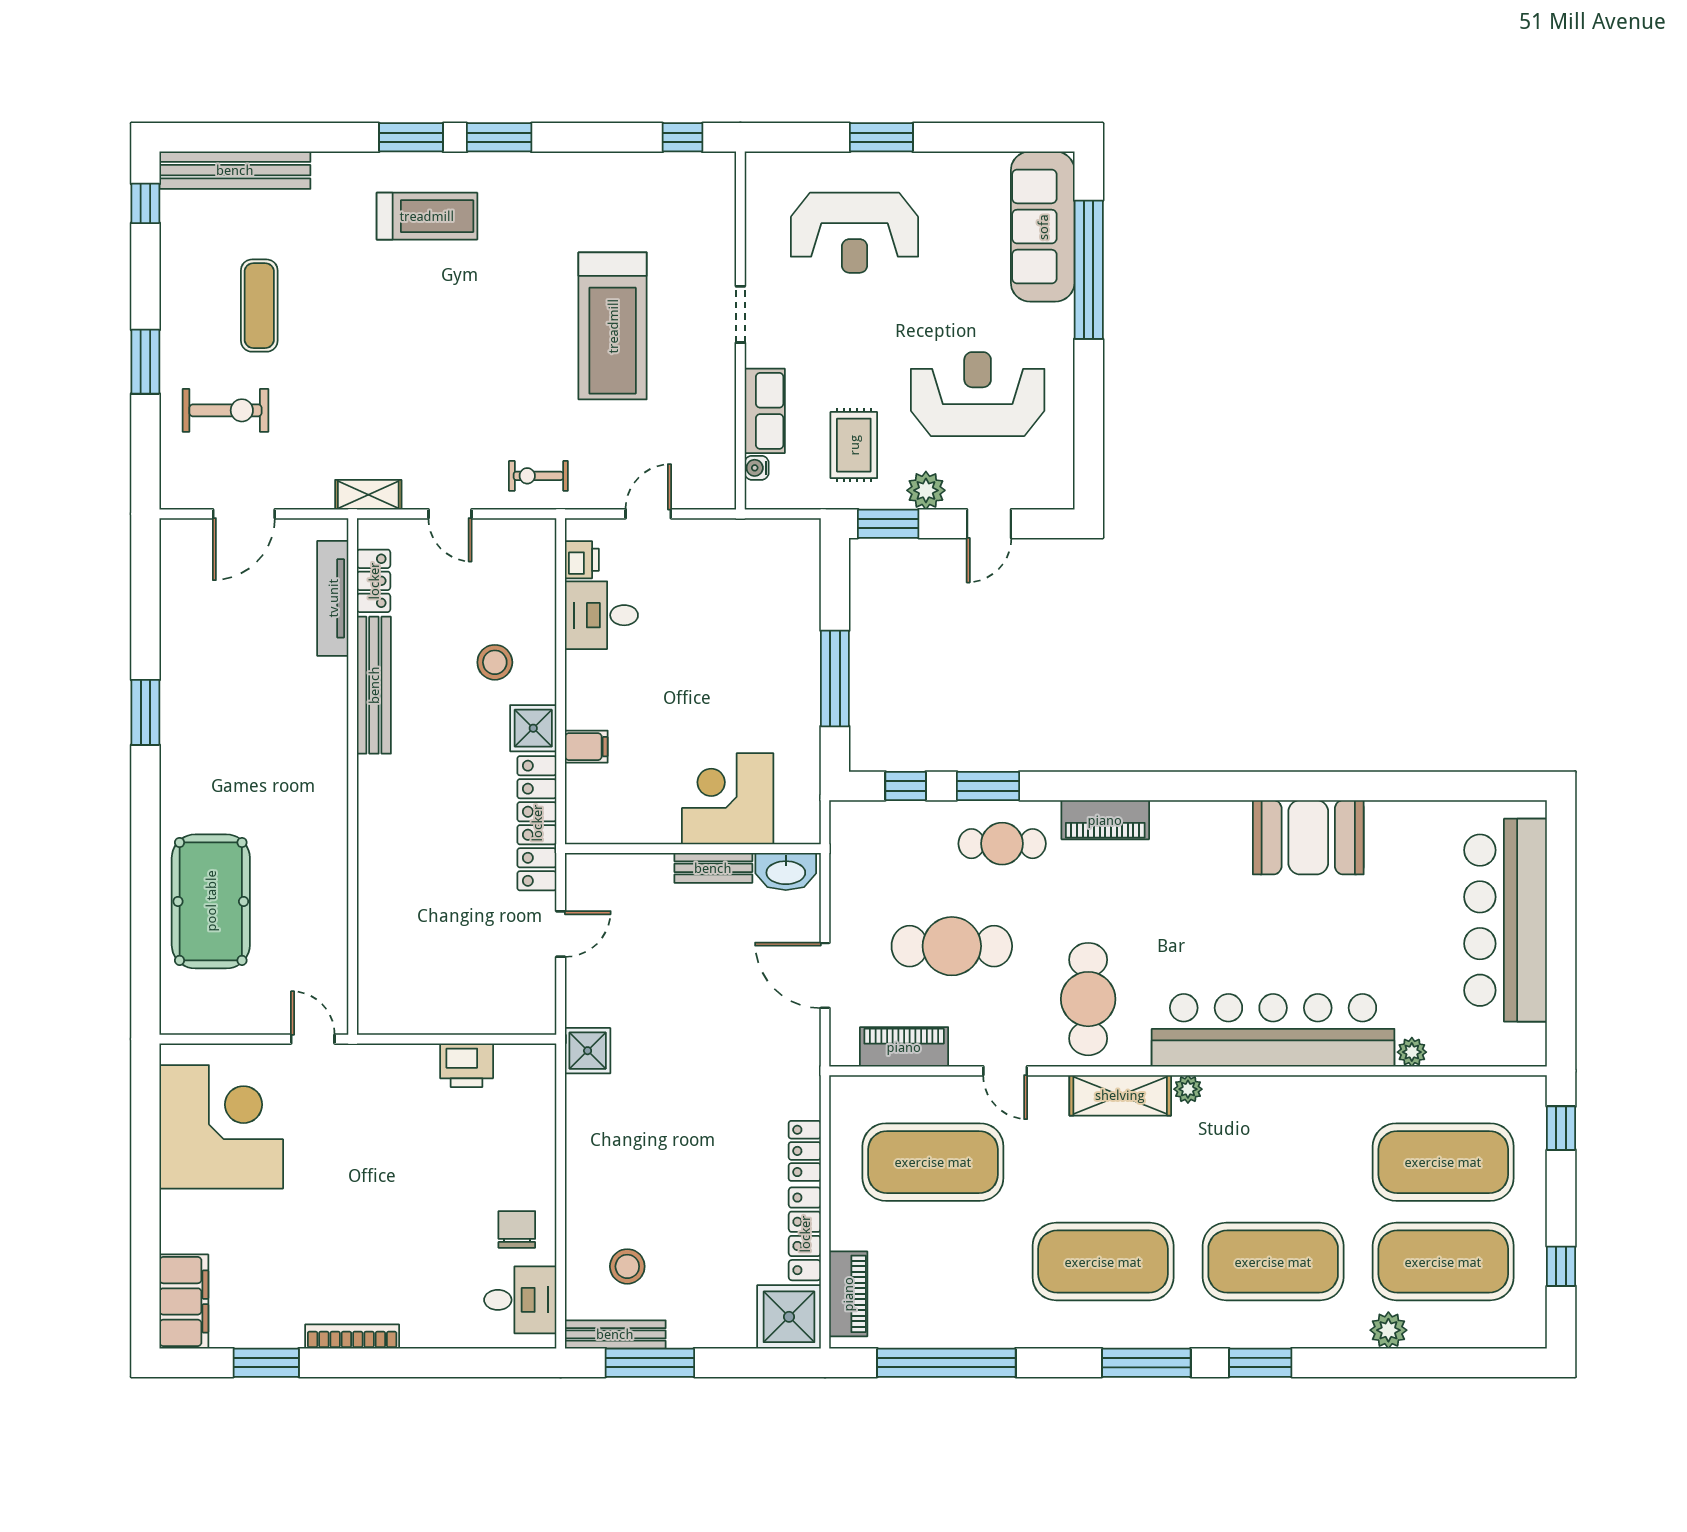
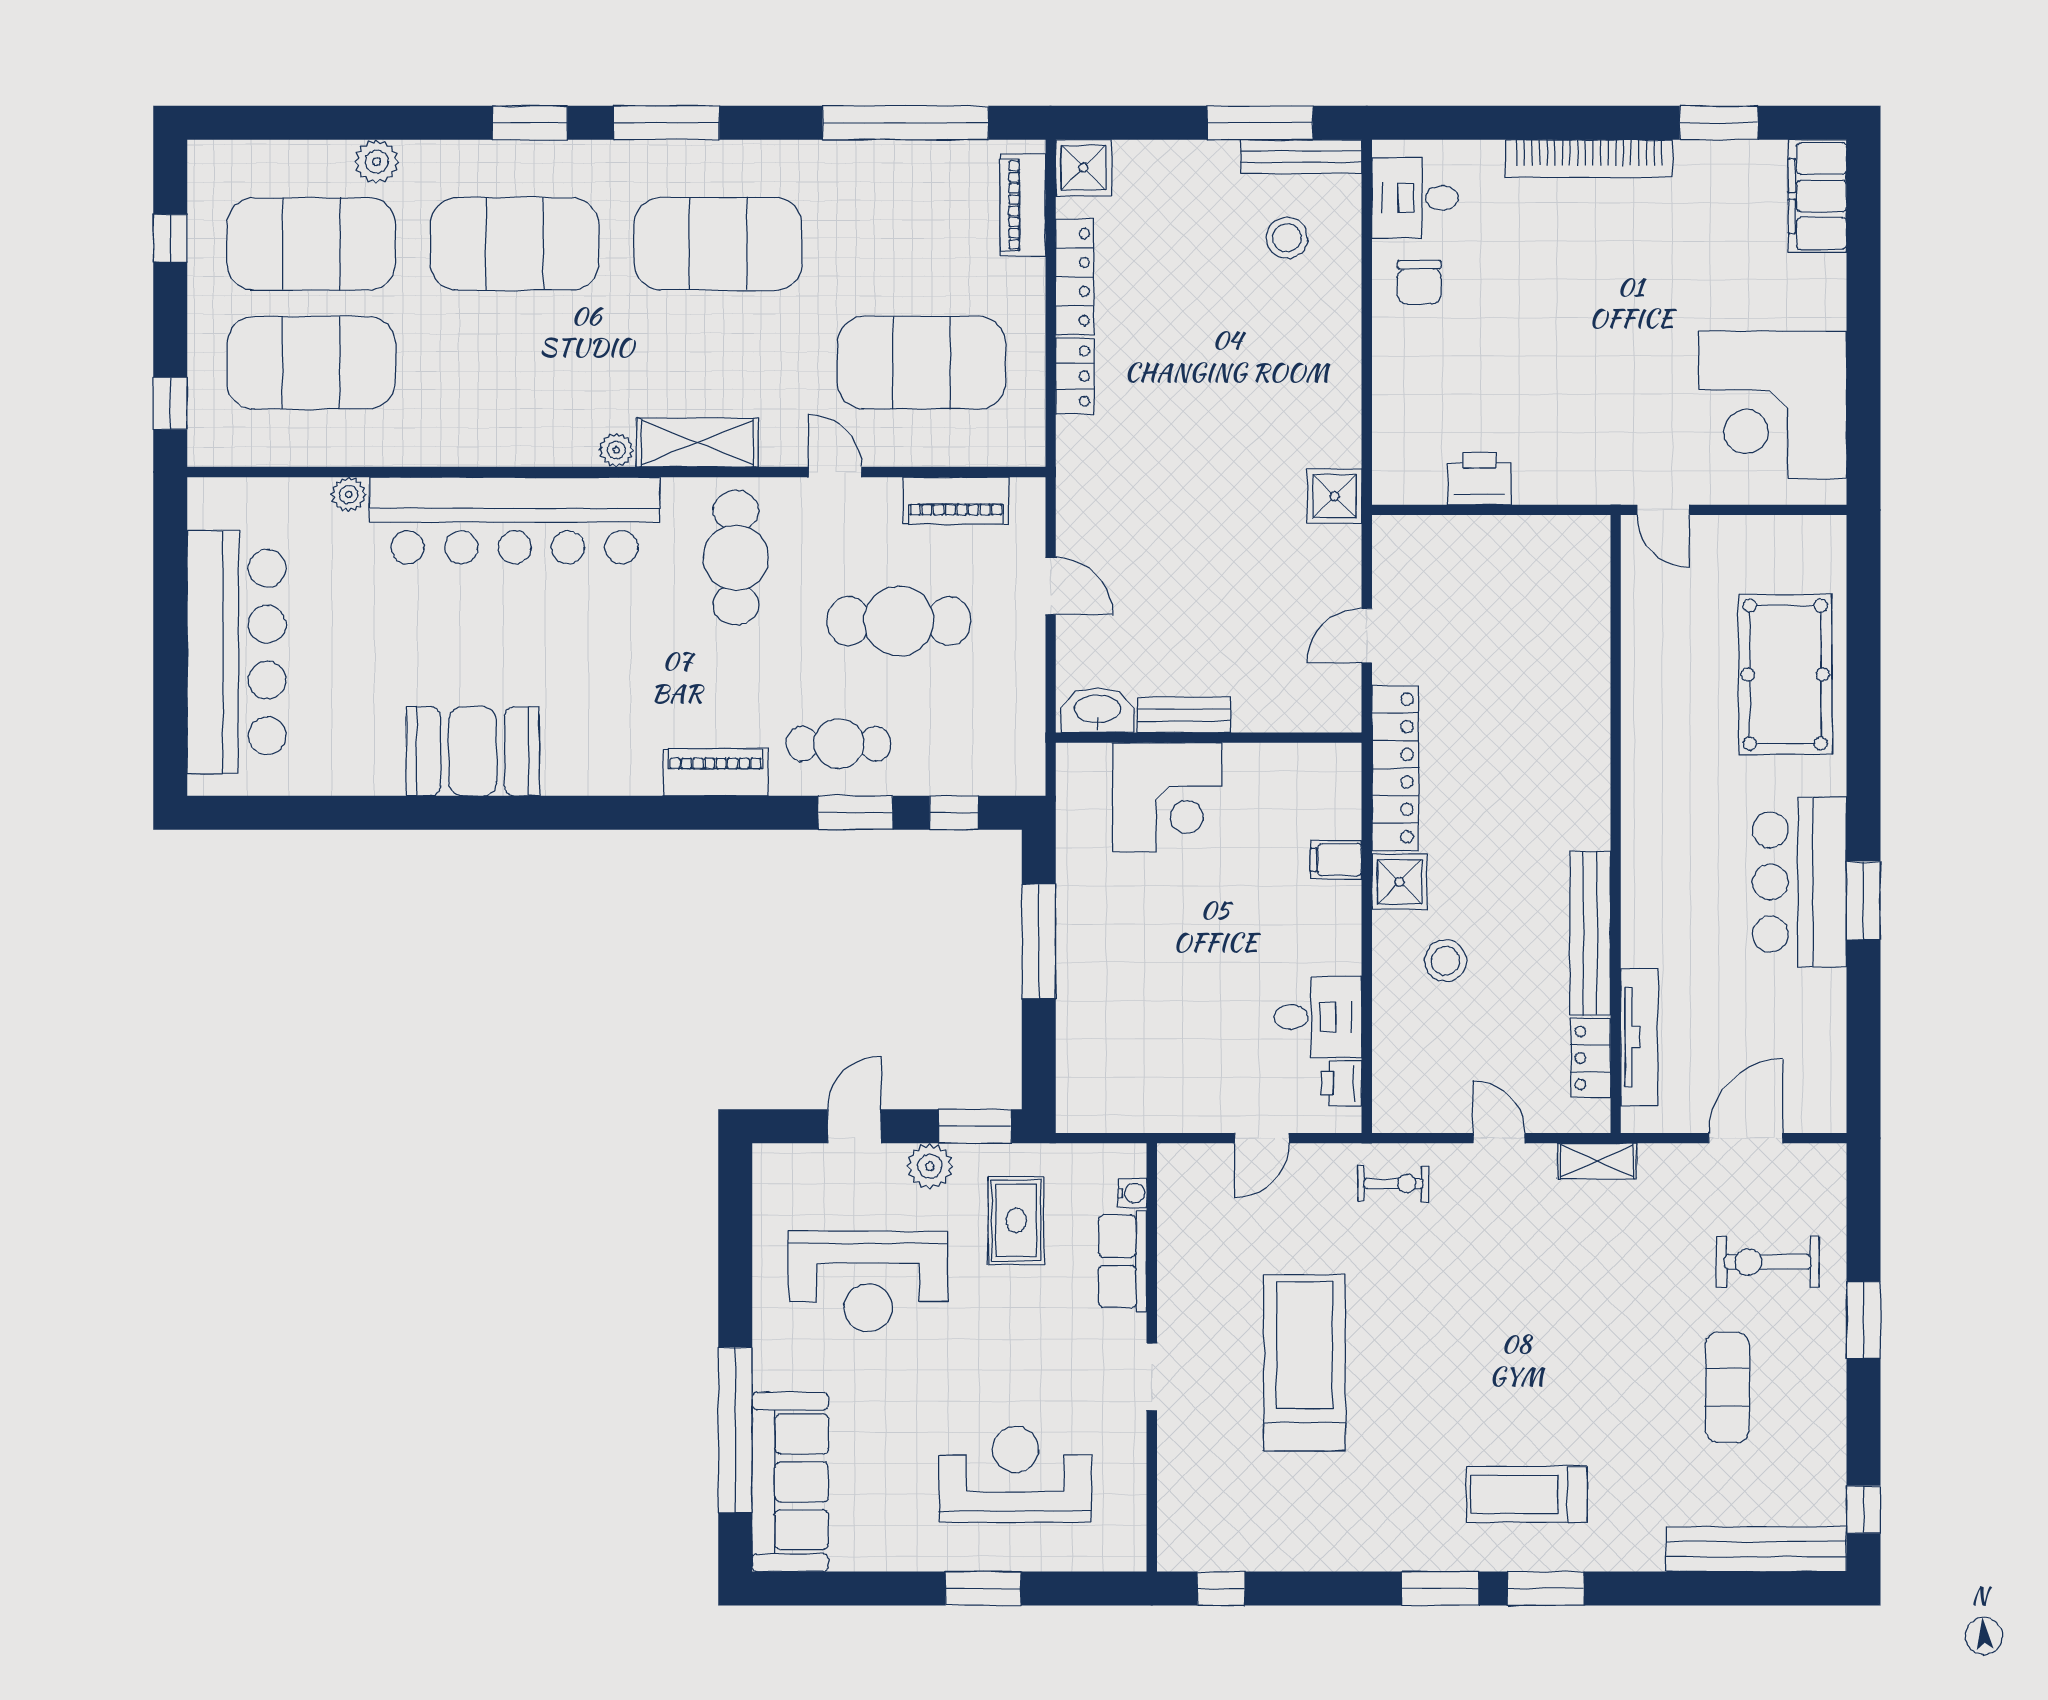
bar counter: (199, 728) -> (1800, 882), added
door: (825, 975) -> (1051, 586), width x0.73
shower: (789, 1317) -> (1083, 168), width x0.73, depth x0.73
bookcase: (352, 1337) -> (1589, 159), width x1.48, depth x1.31

